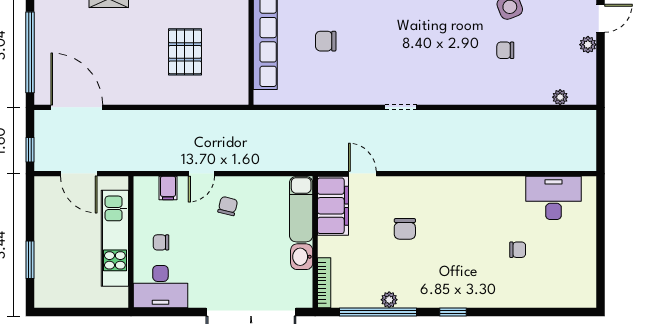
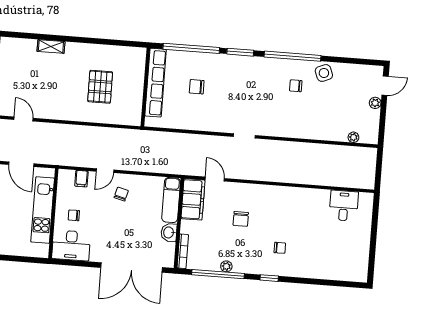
chair: (505, 50) -> (296, 86), moved
door: (77, 107) -> (23, 119), width x0.53
desk: (553, 198) -> (344, 206), width x0.73
chair: (518, 250) -> (280, 248), moved

